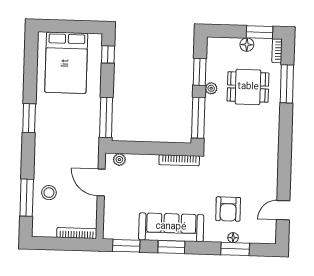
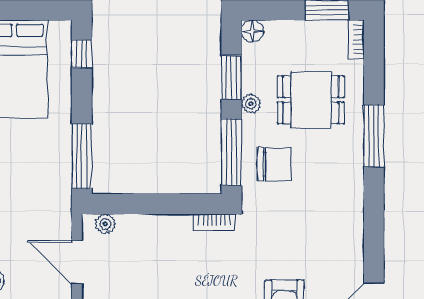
floor lamp: (247, 45) -> (252, 31), moved
window: (287, 84) -> (374, 136), moved
chair: (224, 126) -> (274, 164), added
bookcase: (179, 160) -> (214, 222), width x0.64

